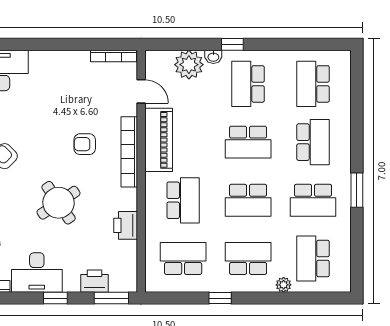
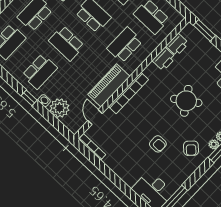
school desk: (248, 142) -> (66, 43), turned 180
armchair: (85, 144) -> (158, 144), moved
printer: (94, 281) -> (177, 45), moved, turned -90

